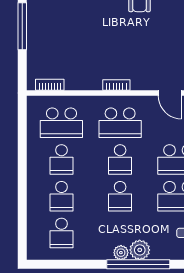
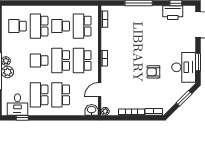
school desk: (120, 159) -> (61, 60), width x1.85
school desk: (61, 196) -> (39, 26), width x1.85

